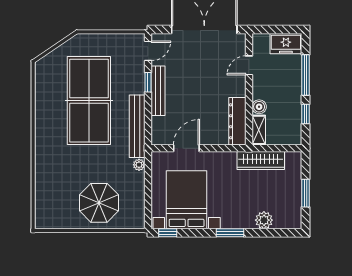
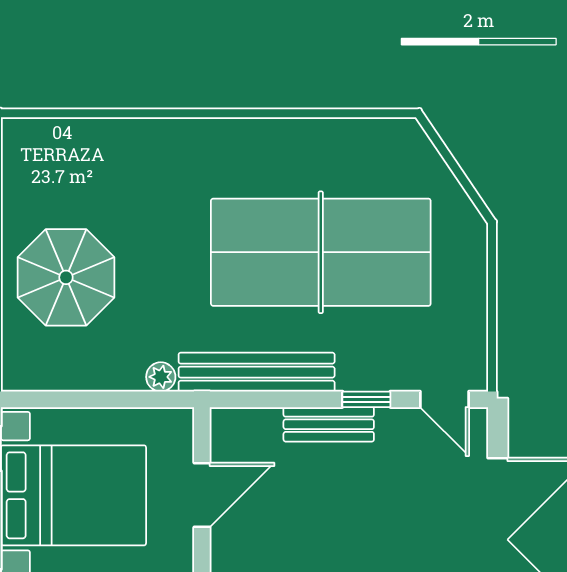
bench: (158, 91) -> (329, 424), width x0.73
door: (186, 148) -> (202, 495), hinge flipped

